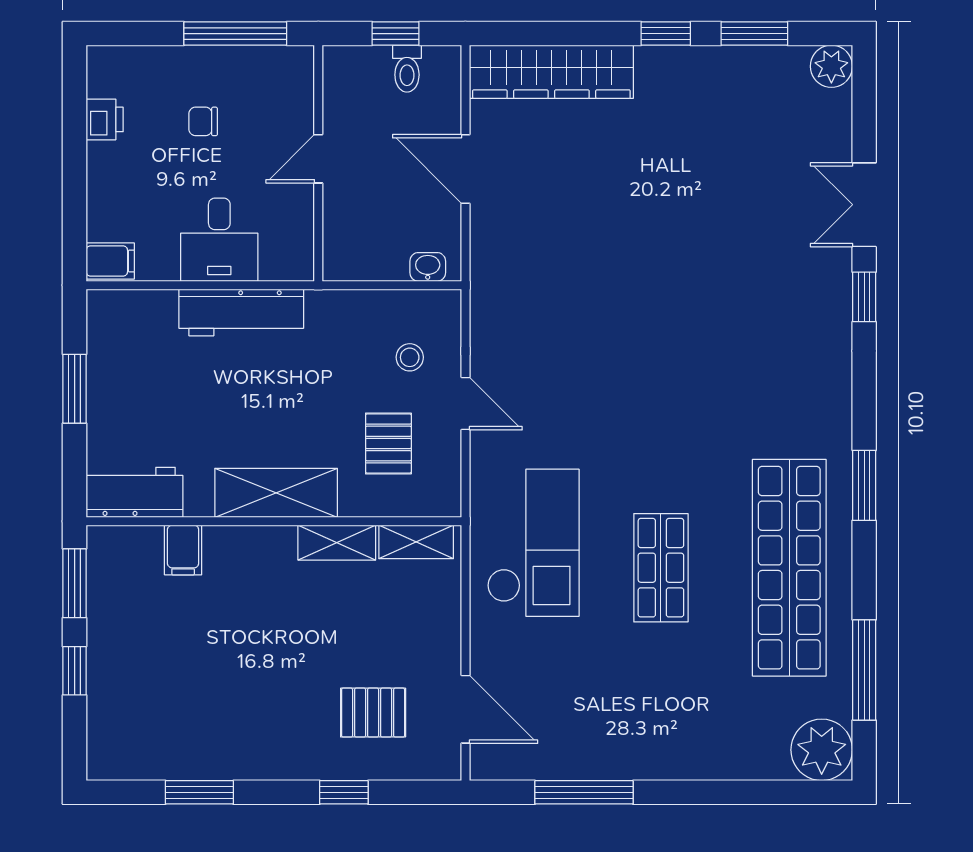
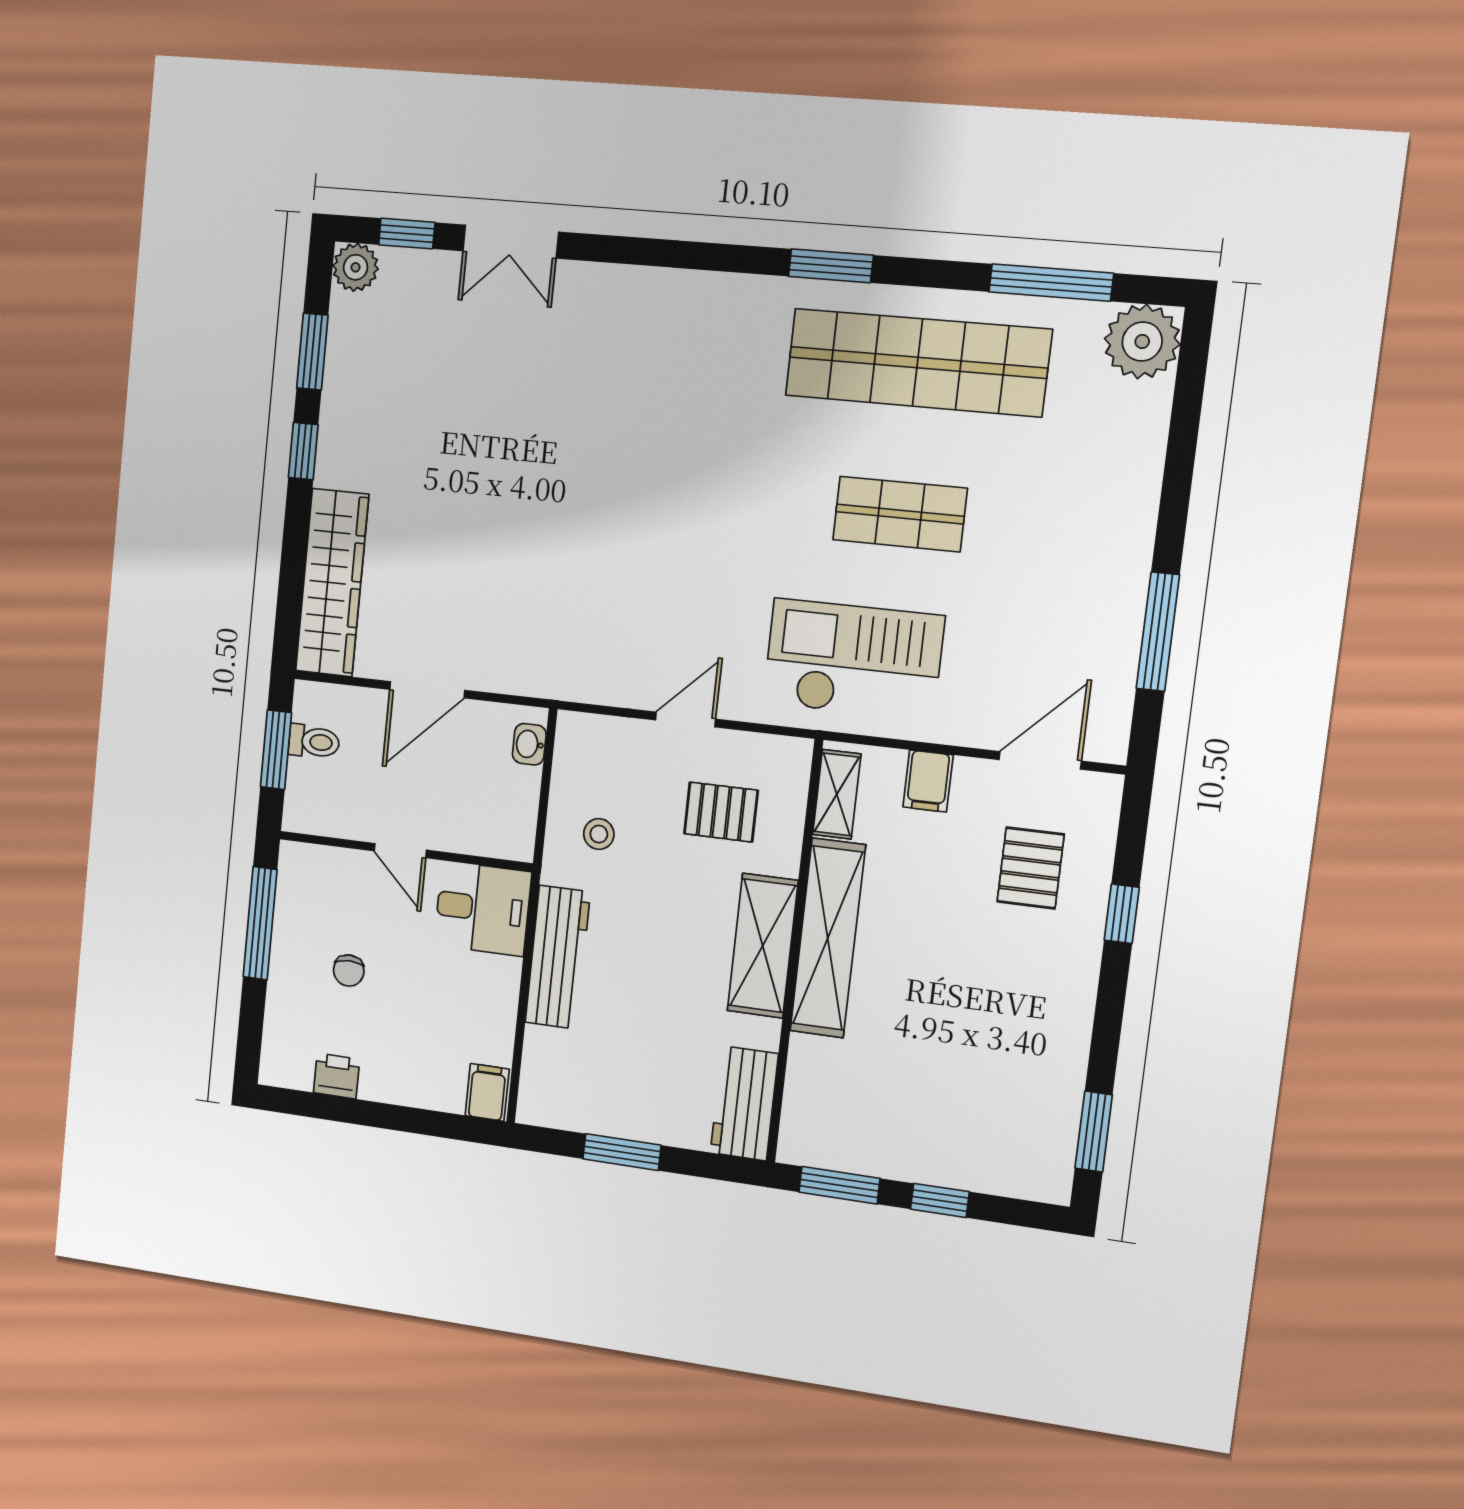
window: (395, 34) -> (276, 750), width x1.50
desk: (219, 240) -> (483, 909), moved
window: (864, 297) -> (407, 234), moved
stool: (410, 357) -> (599, 834), moved
shelving: (337, 543) -> (828, 938), width x2.20, depth x1.33
filing cabinet: (183, 550) -> (928, 781), moved, turned 90
window: (199, 792) -> (1094, 1132), moved

